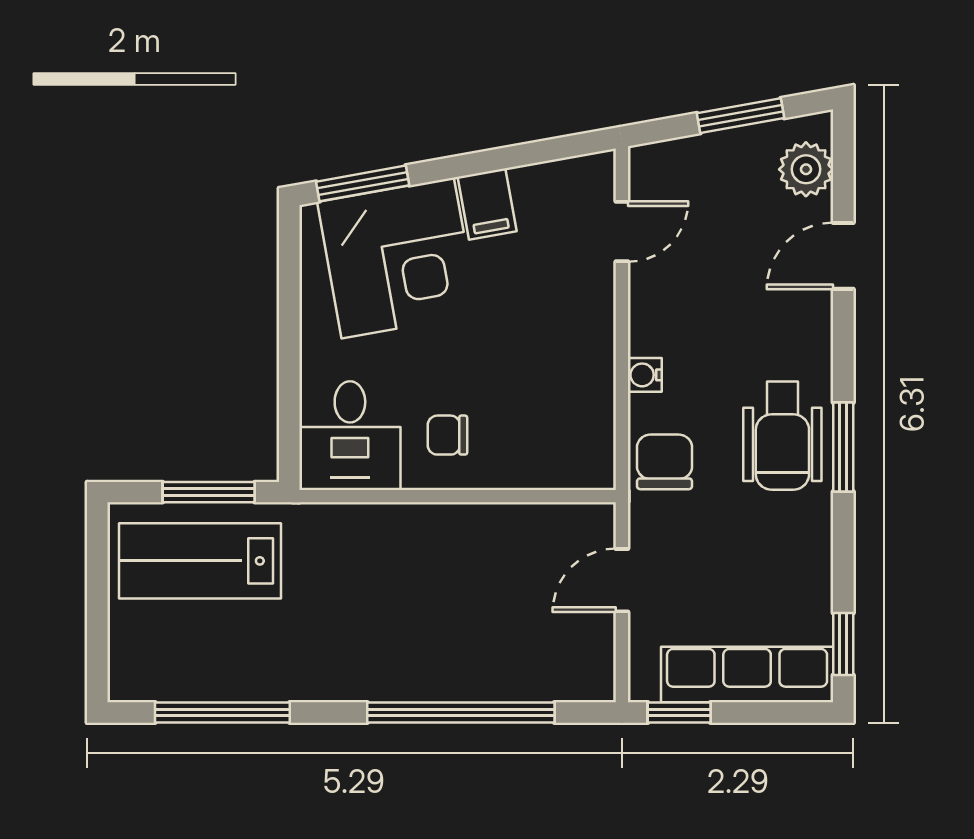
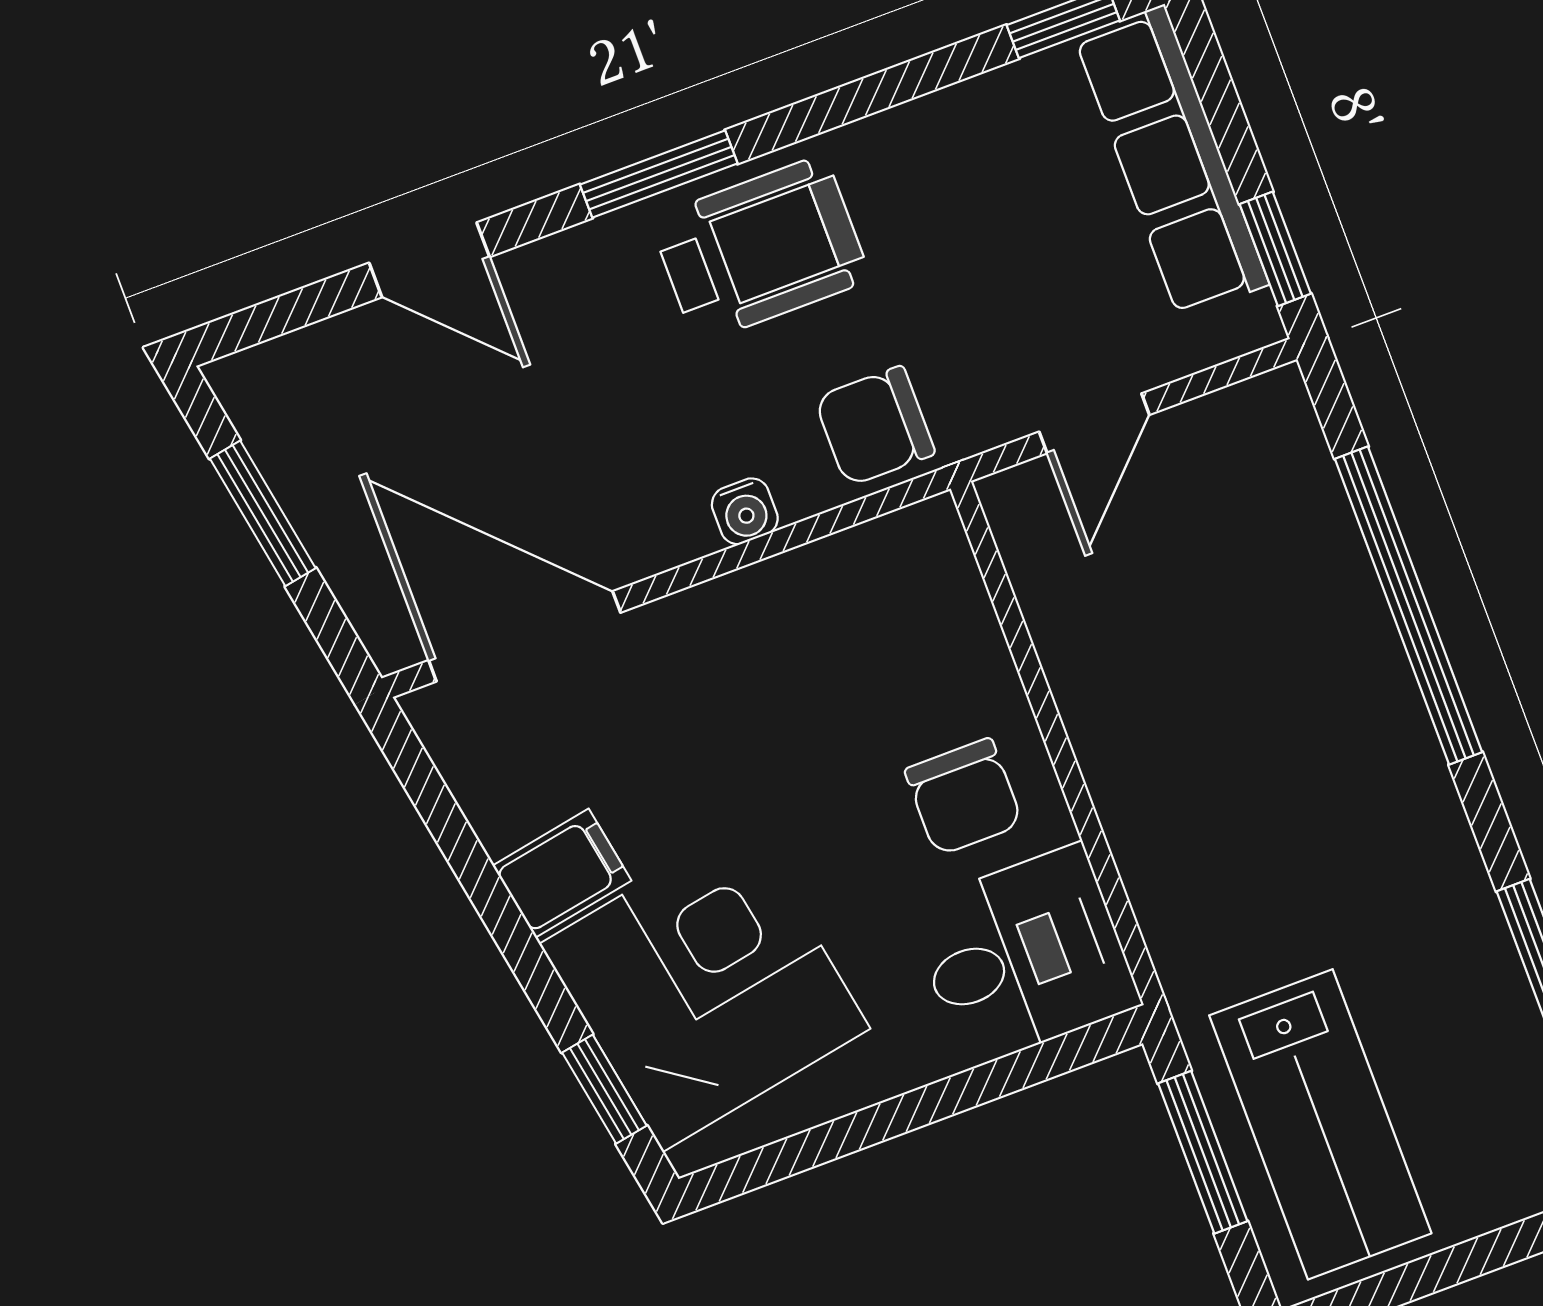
plant: (806, 169) -> (310, 373), removed
window: (363, 183) -> (604, 1089), width x0.67
door: (622, 232) -> (525, 636), width x1.88
chair: (447, 435) -> (964, 797), width x1.37, depth x1.37
window: (843, 447) -> (659, 174), moved
door: (622, 580) -> (1094, 423), hinge flipped

